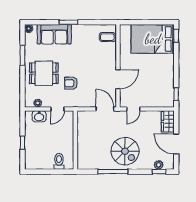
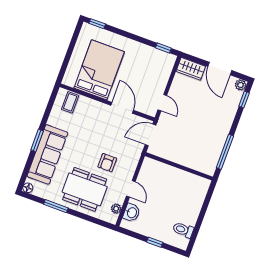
sofa: (54, 34) -> (47, 154), width x1.36
bed: (153, 39) -> (99, 70), moved, turned 180
dining table: (44, 73) -> (85, 189), width x1.38
wall: (75, 140) -> (179, 166), moved
door: (176, 144) -> (220, 69), hinge flipped
spiral stairs: (125, 151) -> (207, 130), removed
toilet: (59, 161) -> (183, 230), moved
plant: (159, 165) -> (241, 85), moved

